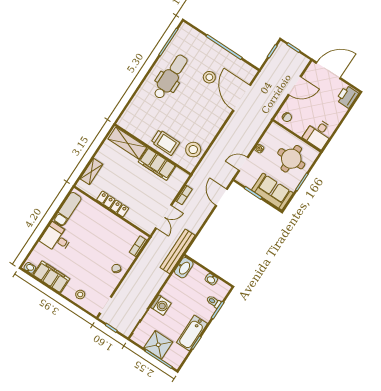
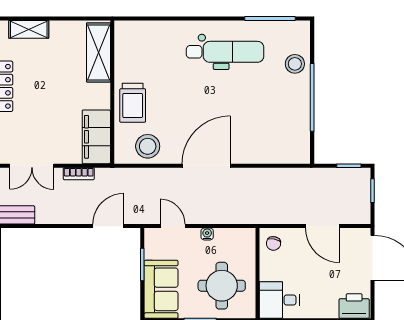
stool: (209, 77) -> (295, 64), moved
door: (242, 98) -> (206, 166), moved
filing cabinet: (157, 164) -> (96, 137), moved

